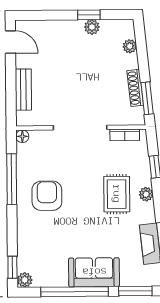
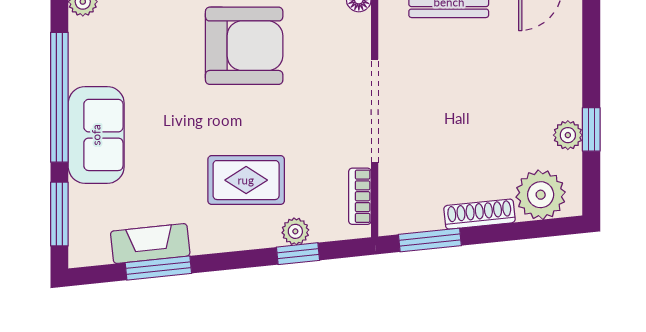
plant: (130, 46) -> (541, 195), width x1.88, depth x1.88
shoe rack: (135, 88) -> (480, 214), moved
plant: (146, 194) -> (295, 231), moved
armchair: (47, 196) -> (244, 46), width x1.36, depth x1.36

